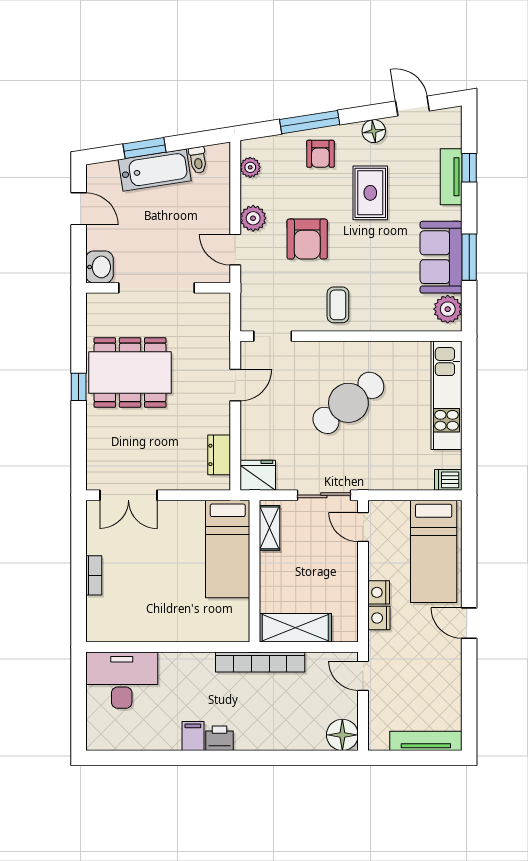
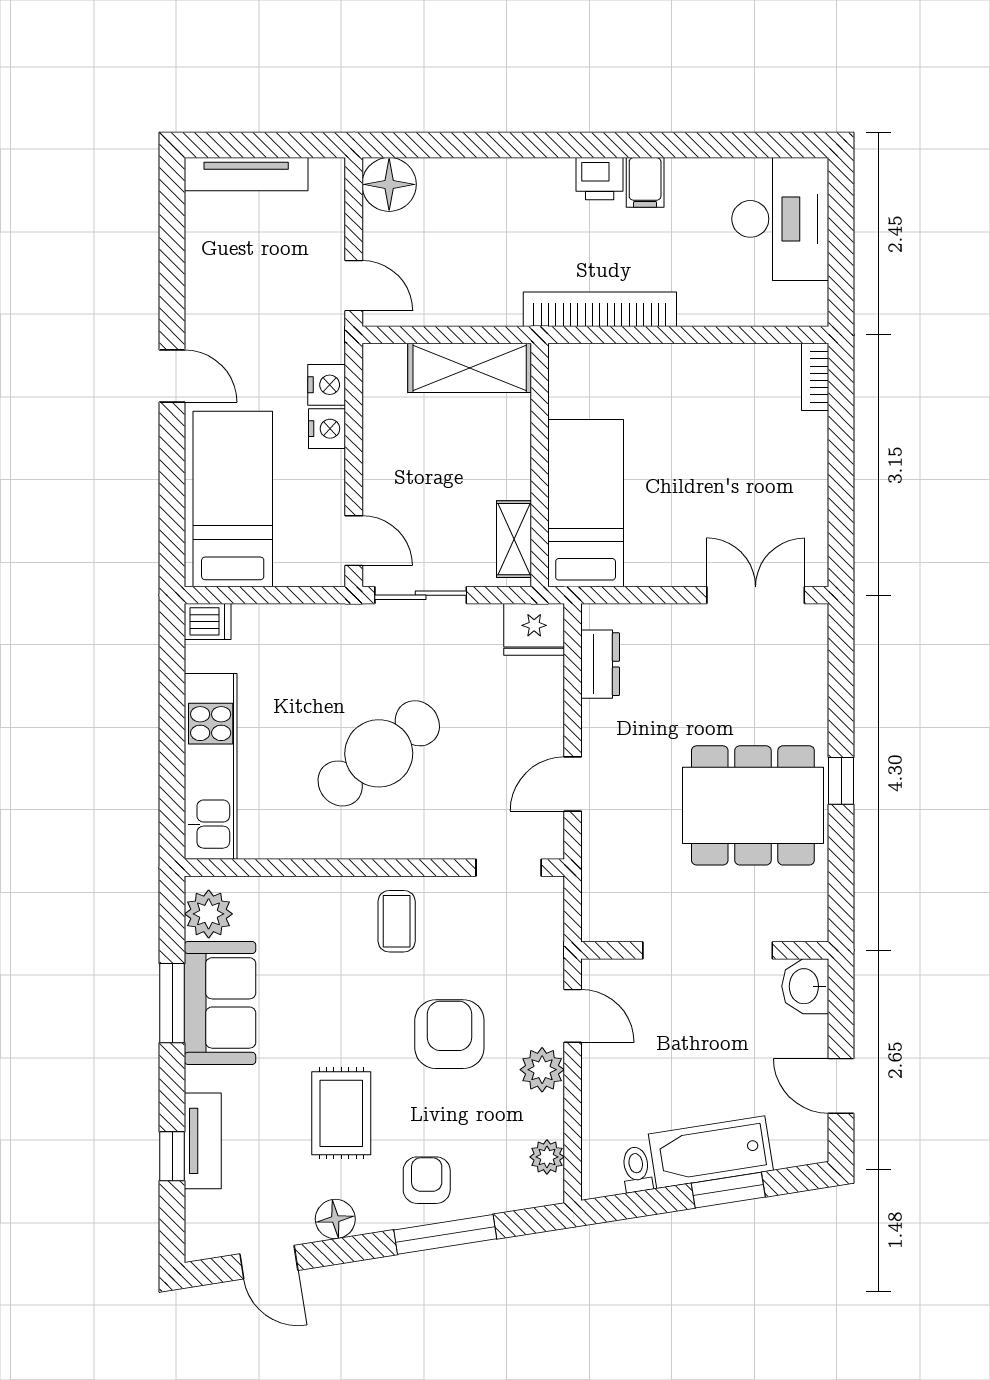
bookcase: (94, 575) -> (815, 377), moved
bookcase: (260, 662) -> (600, 309), moved
desk: (122, 680) -> (780, 219), moved, turned -90

